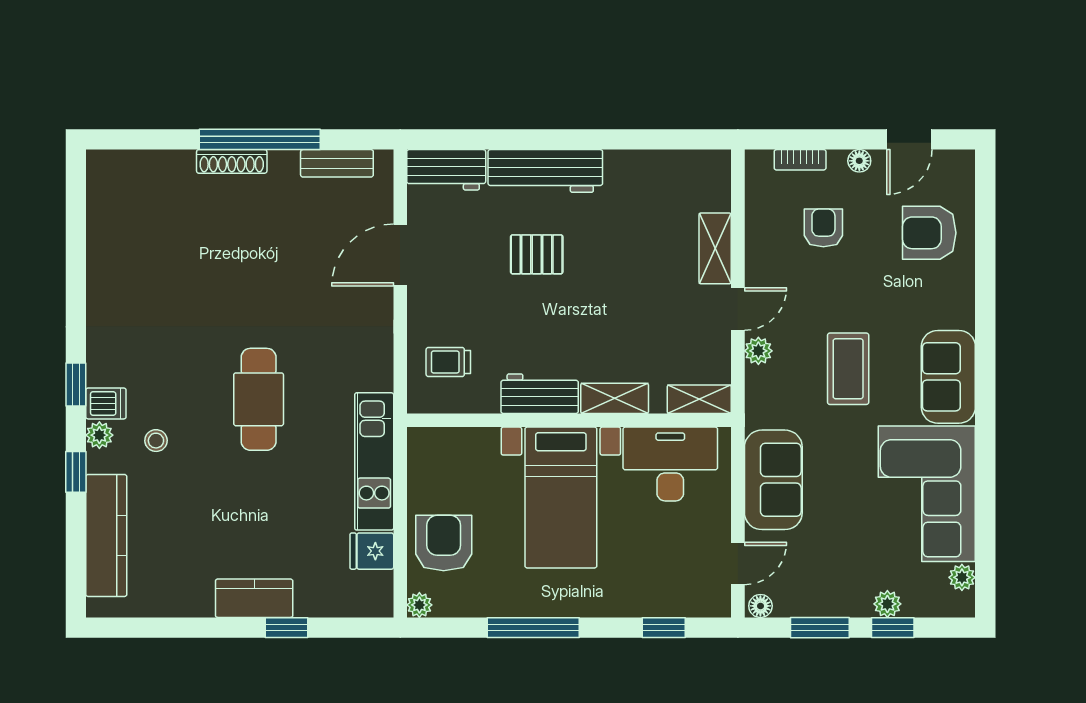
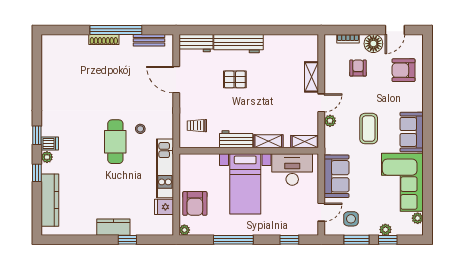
floor lamp: (859, 161) -> (373, 44), width x1.89, depth x1.89
door: (400, 255) -> (176, 80), hinge flipped
stool: (156, 441) -> (140, 129), moved
armchair: (444, 543) -> (195, 203), turned 180
side table: (807, 579) -> (351, 219), added
floor lamp: (760, 606) -> (331, 230), removed

